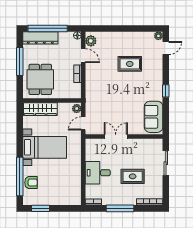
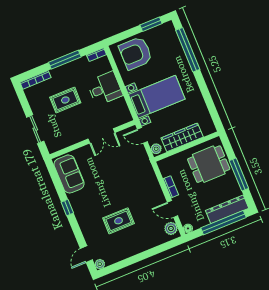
dining table: (40, 79) -> (209, 164), turned 90
wardrobe: (40, 109) -> (182, 137), moved
door: (83, 123) -> (142, 135), swing flipped
bed with nightstands: (45, 147) -> (157, 97), moved, turned 180
armchair: (31, 183) -> (136, 53), moved, width x1.88, depth x1.88

